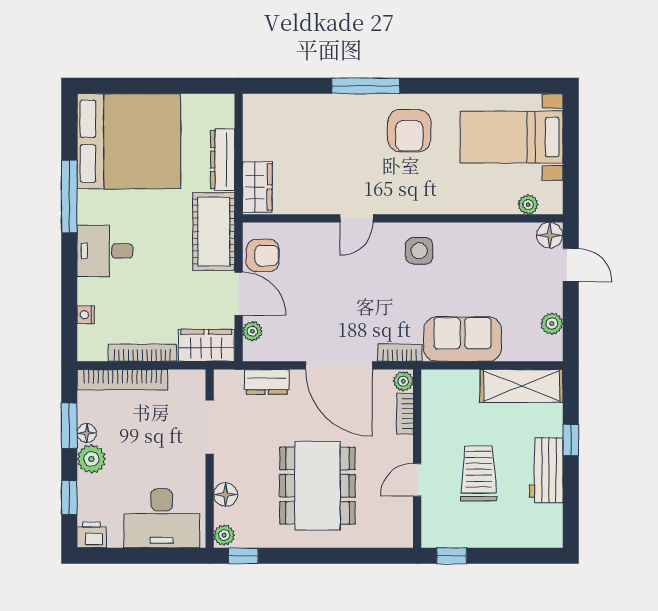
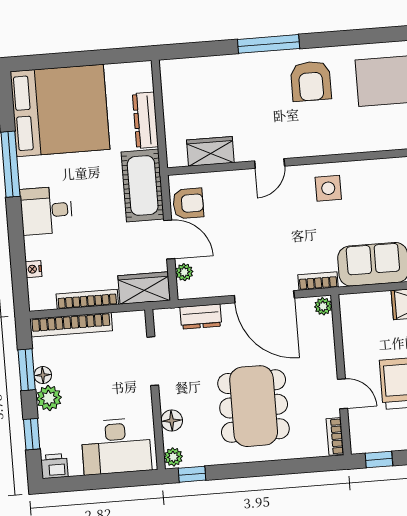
wardrobe: (257, 187) -> (210, 151), moved, turned -90
bookcase: (405, 414) -> (335, 436), moved
door: (417, 480) -> (343, 394), swing flipped

